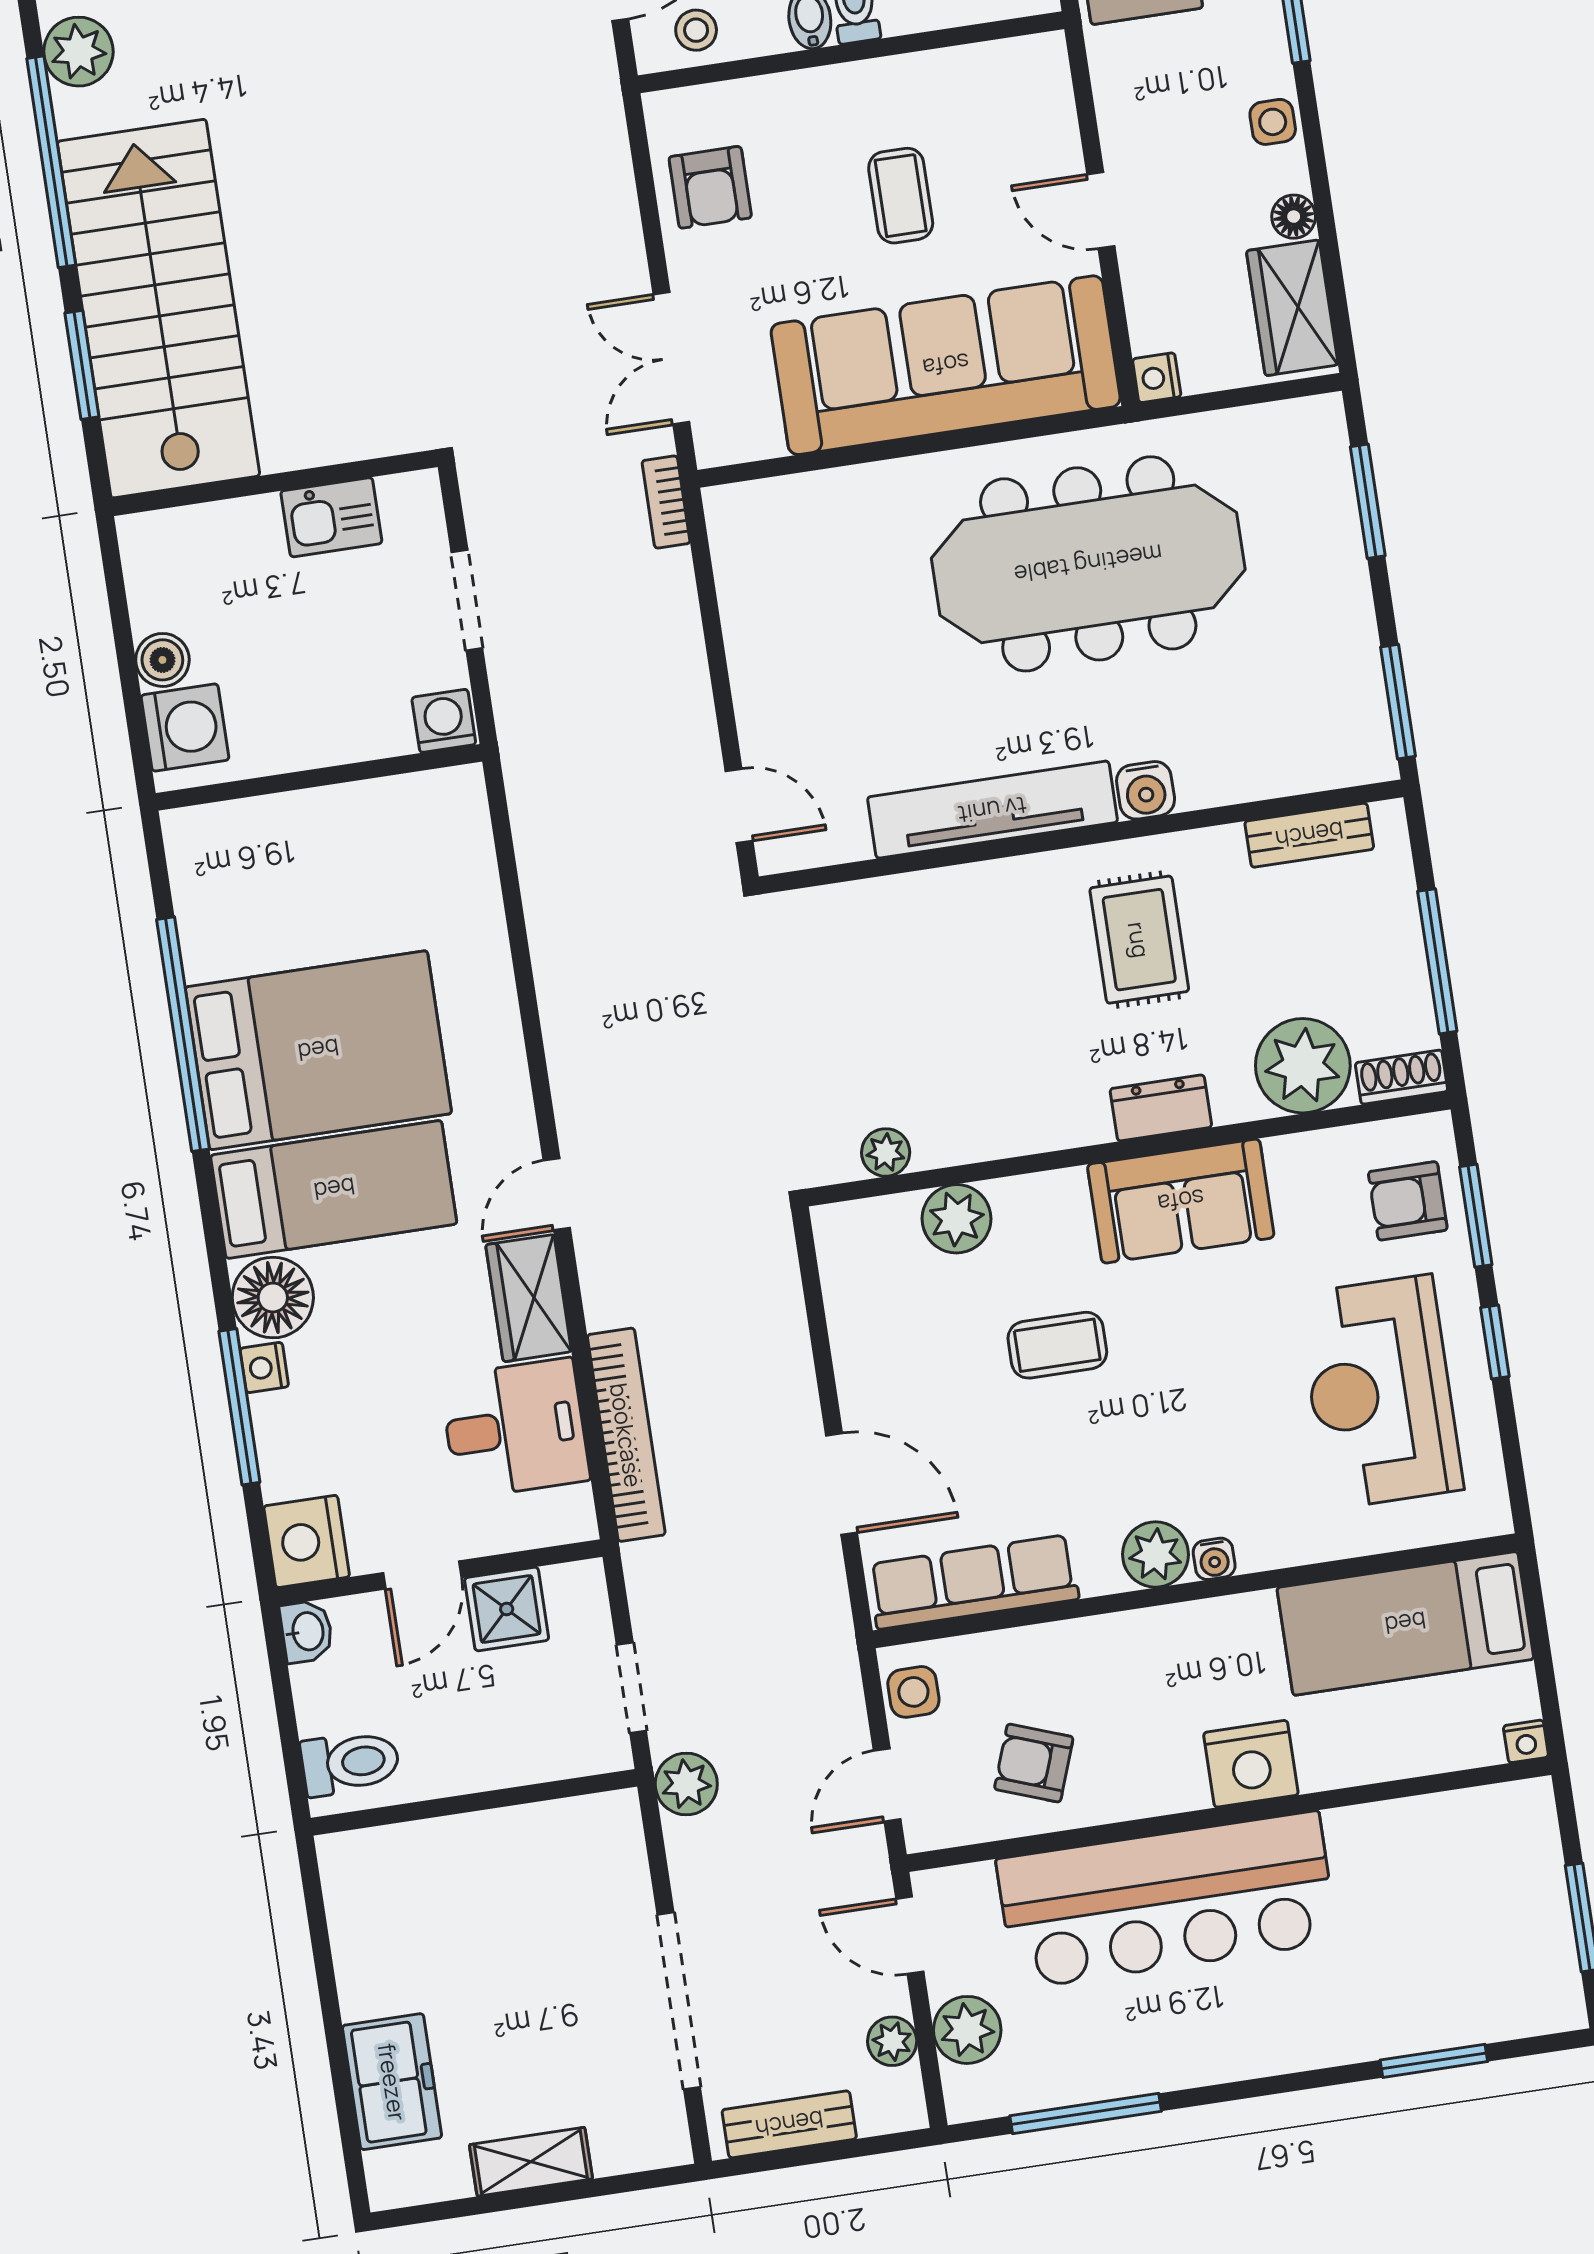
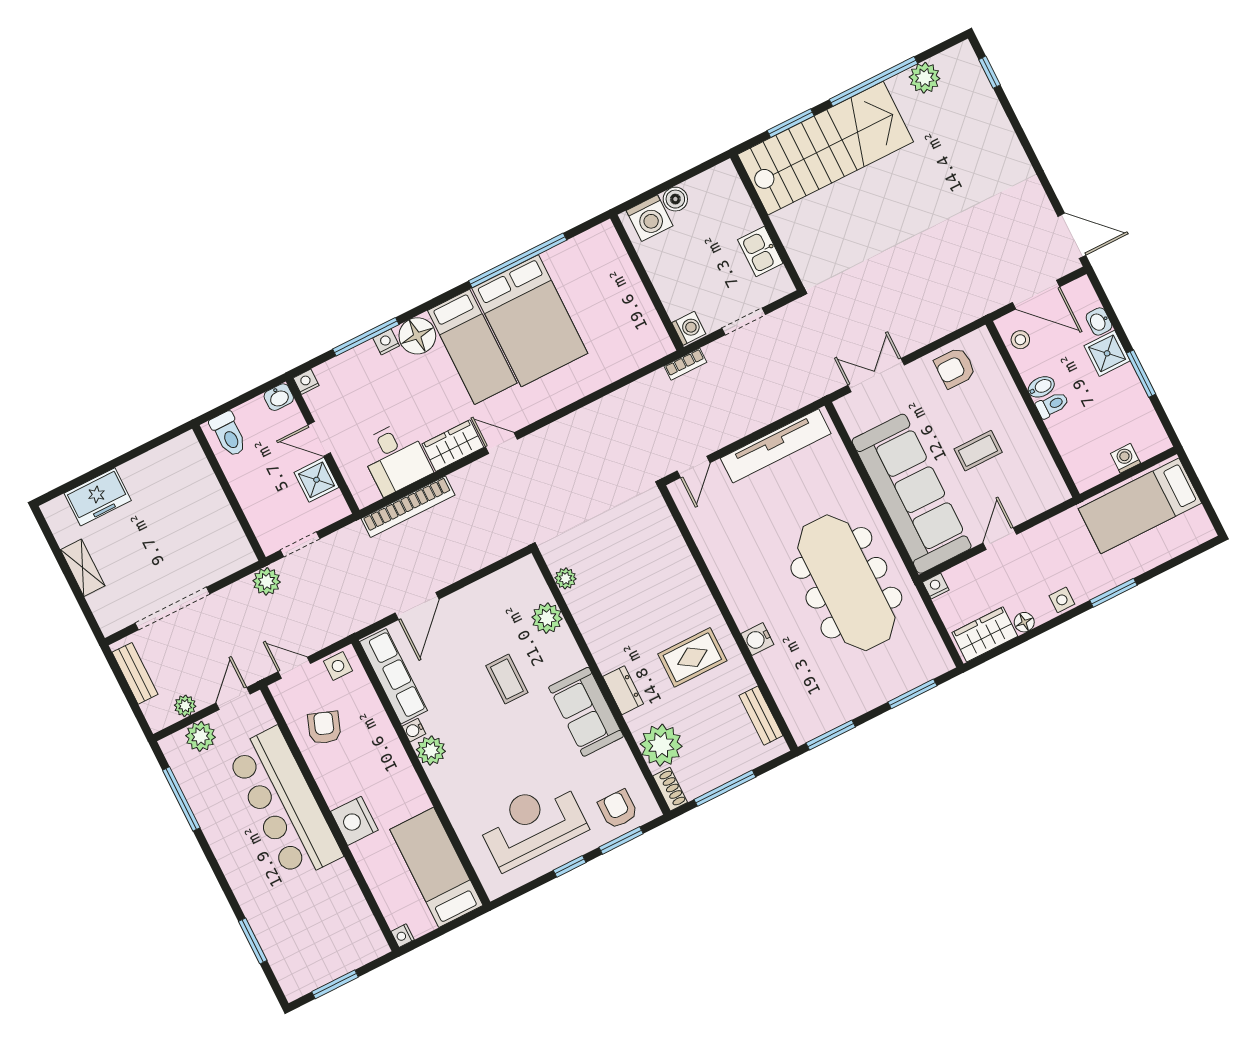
bookcase: (666, 502) -> (685, 364), moved, turned 180
tv unit: (992, 810) -> (776, 446), moved, turned 90
nightstand: (307, 1541) -> (306, 382), width x0.53, depth x0.56
water cooler: (1214, 1559) -> (414, 730), moved

